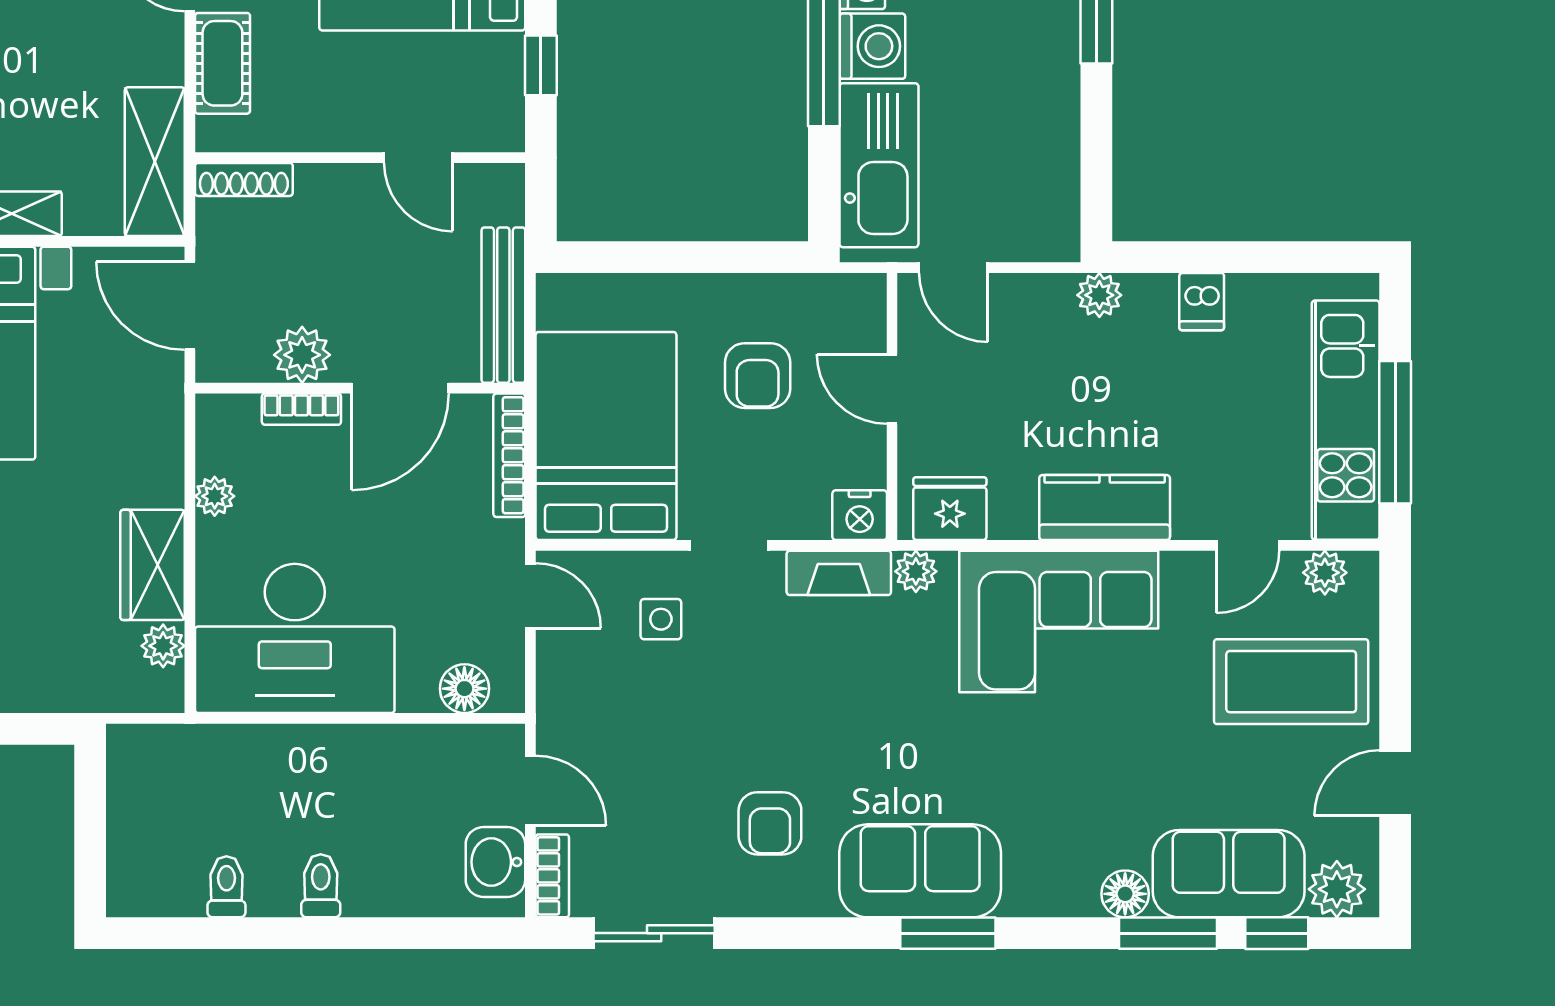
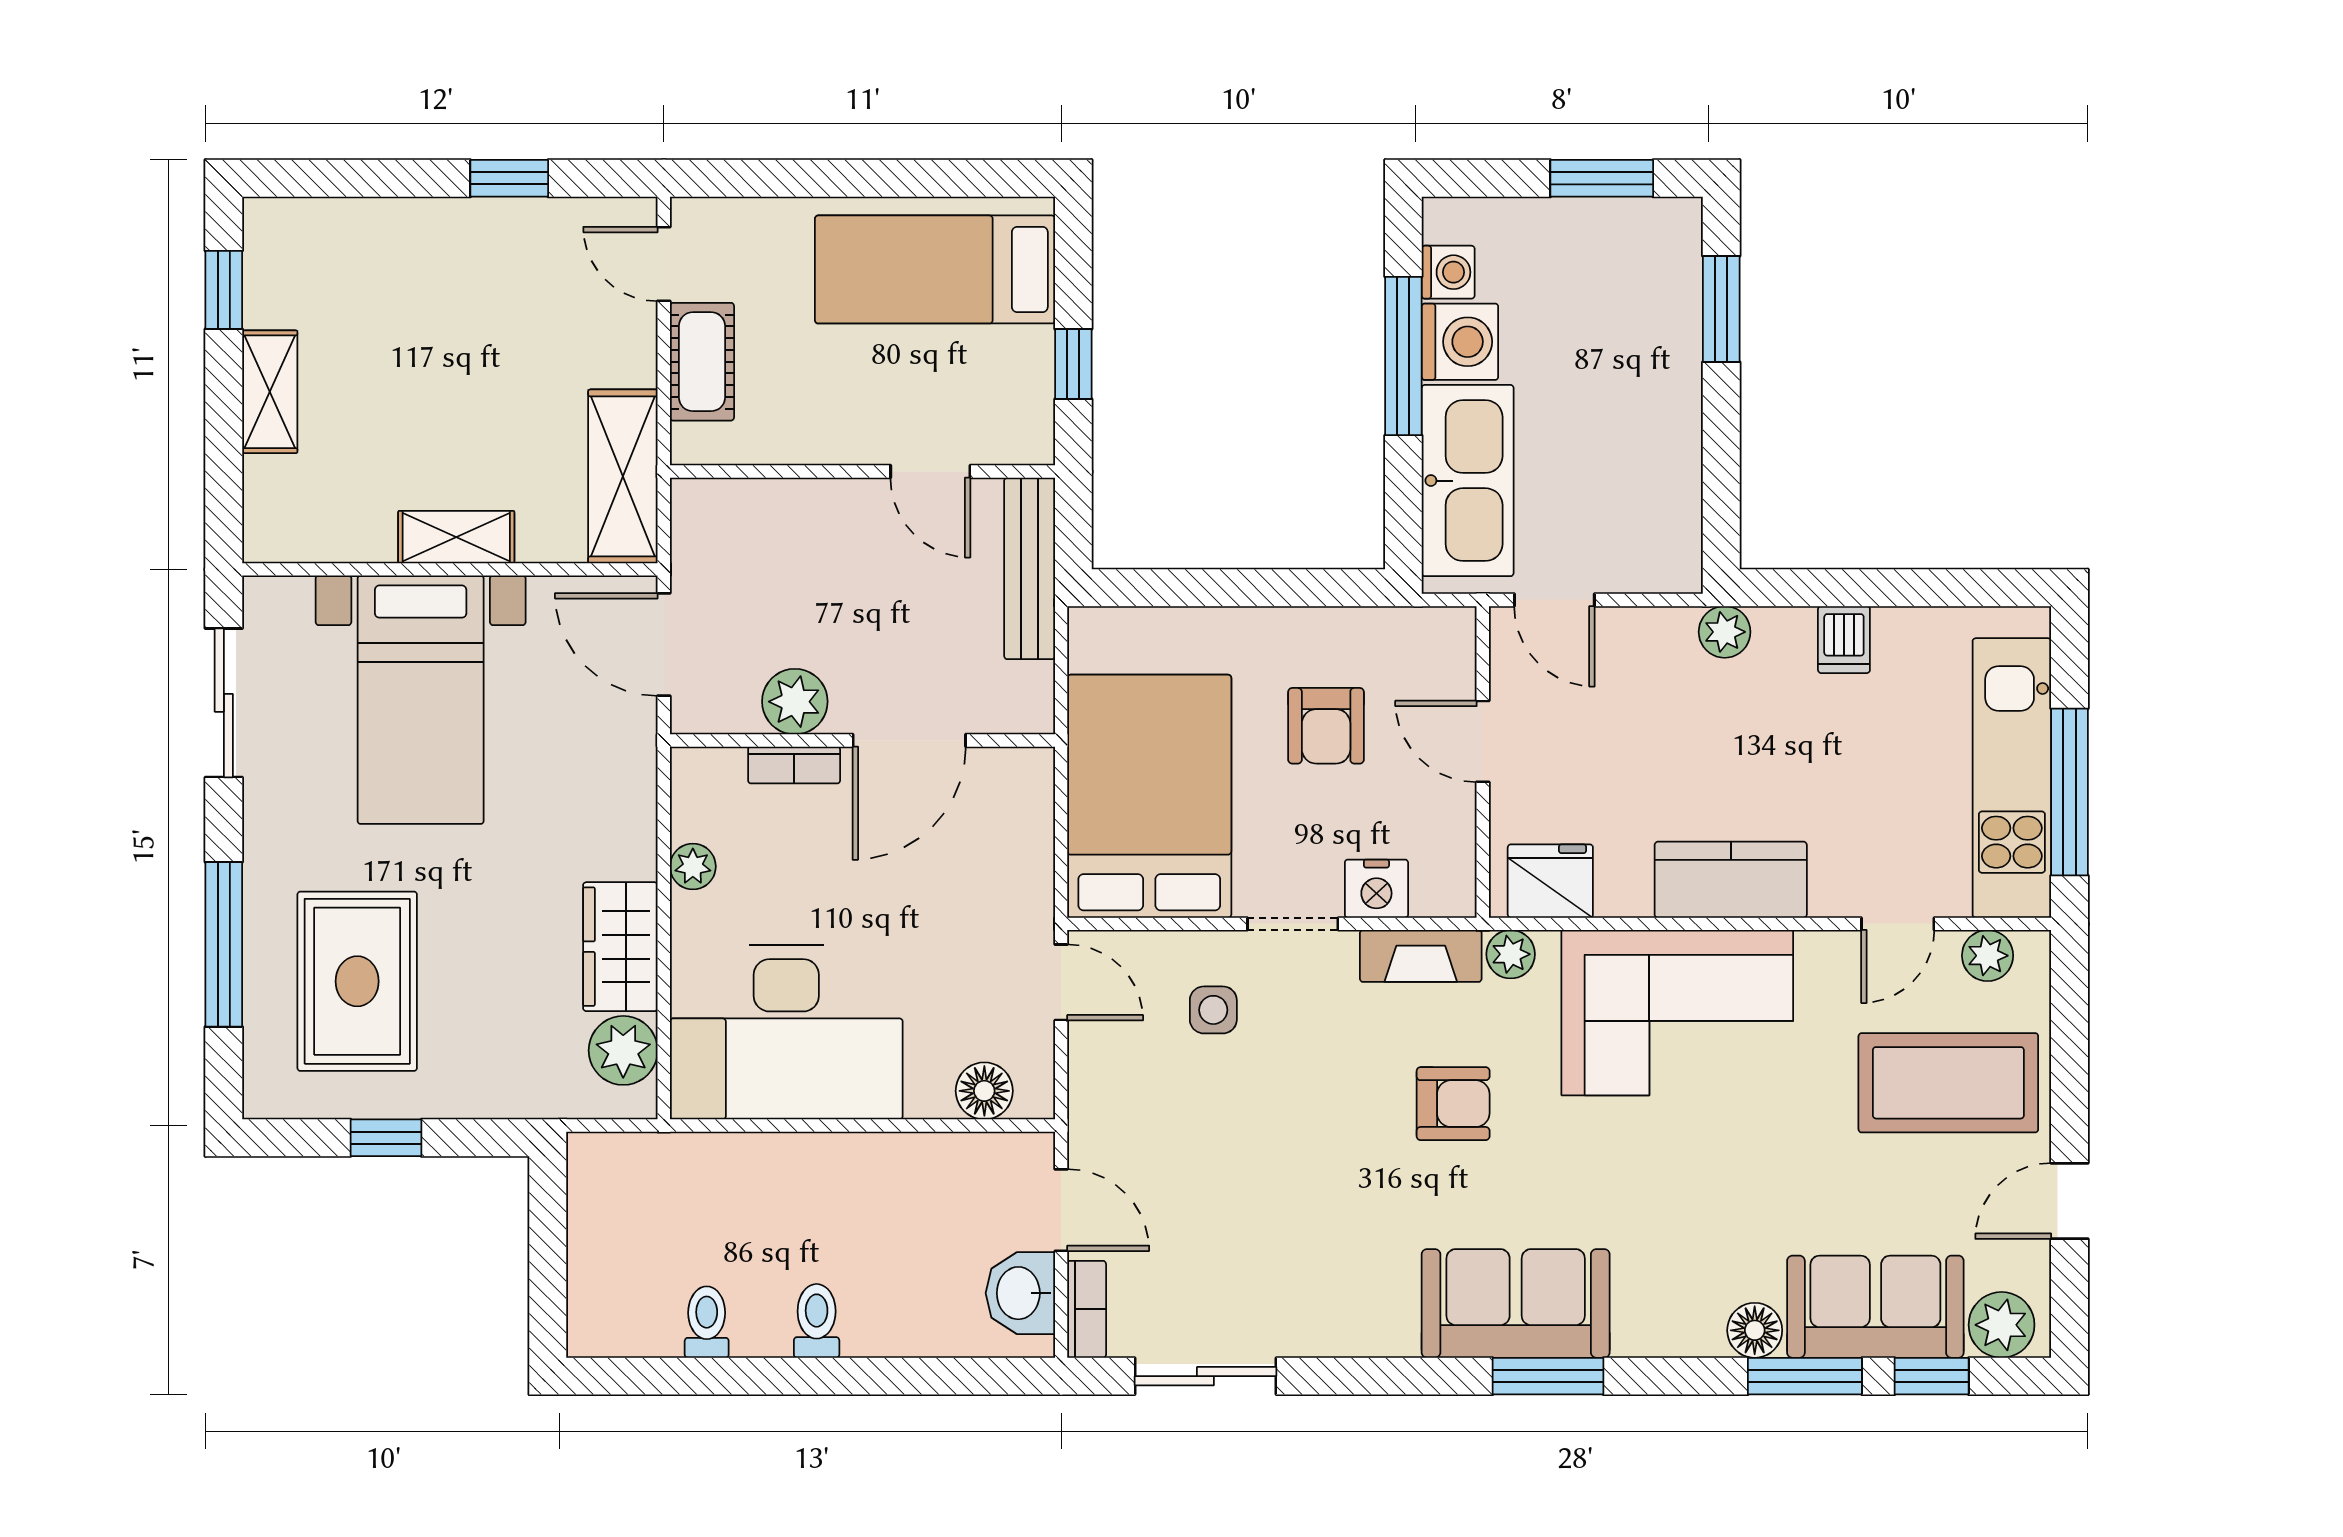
shoe rack: (244, 179) -> (727, 497), removed
bench: (503, 305) -> (1030, 568), moved
bookcase: (509, 455) -> (1037, 819), removed
nightstand: (860, 515) -> (1376, 889), moved
plant: (163, 646) -> (623, 1050), width x1.38, depth x1.38
armchair: (770, 823) -> (1453, 1104), moved, turned -90

